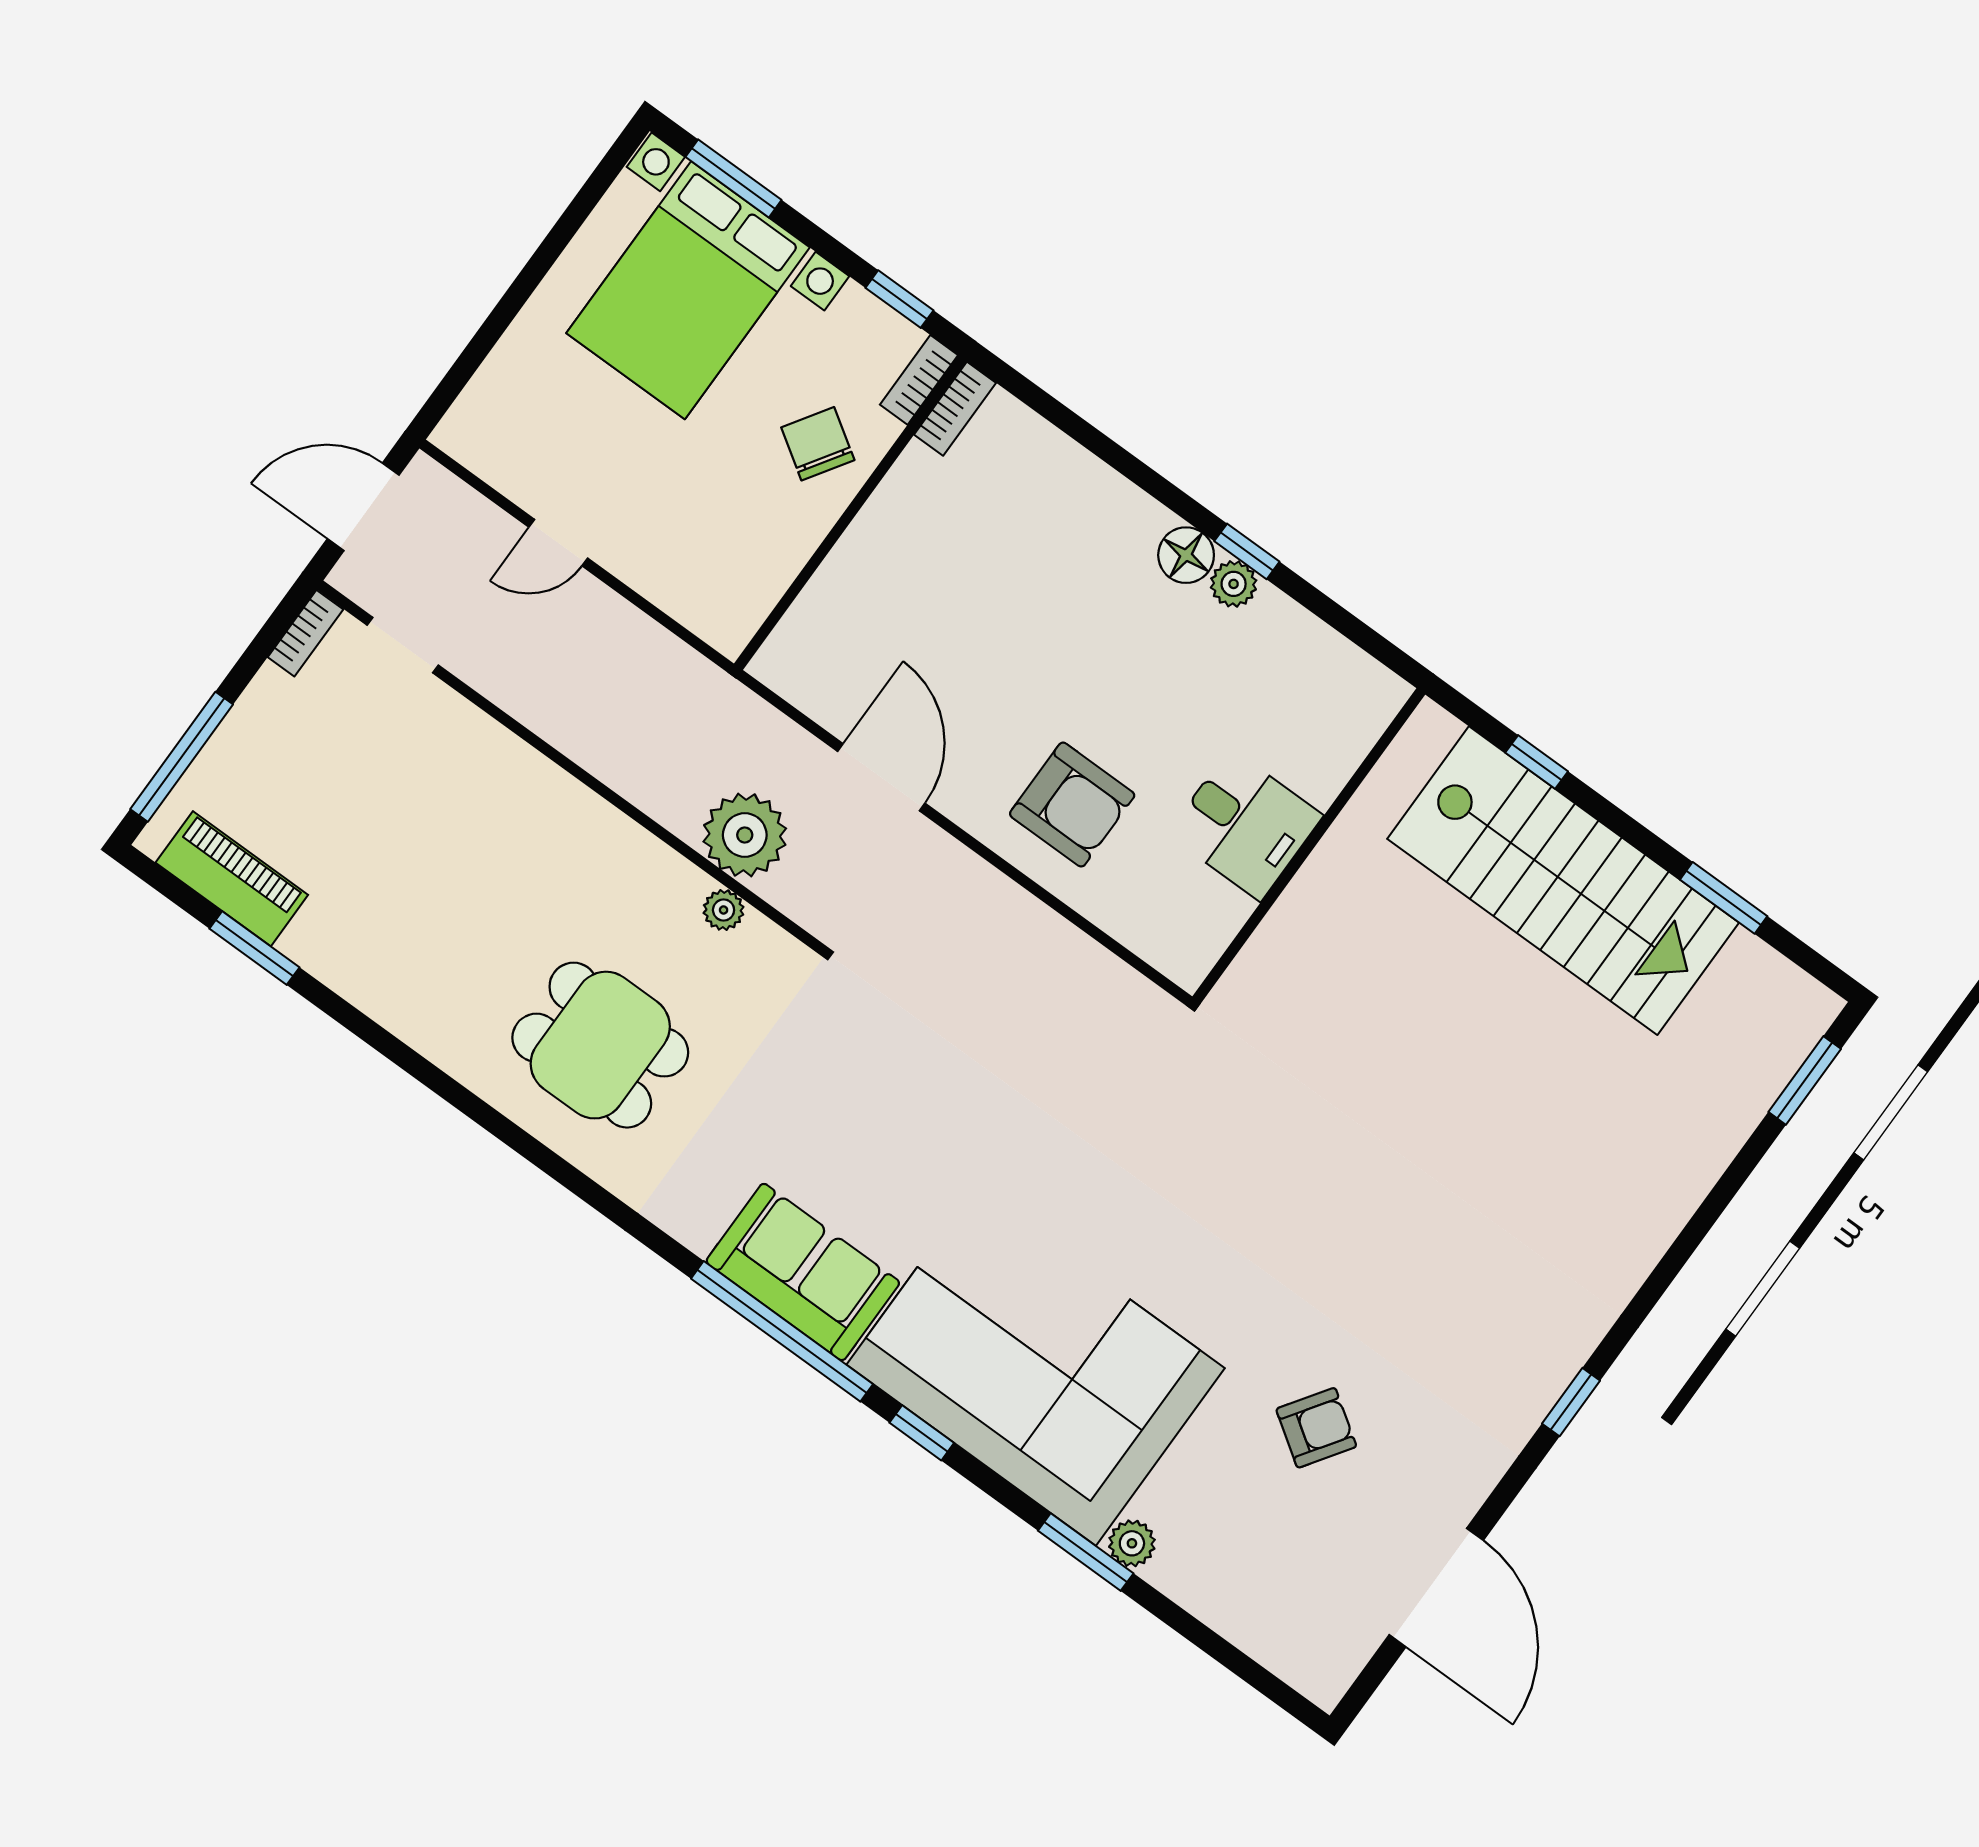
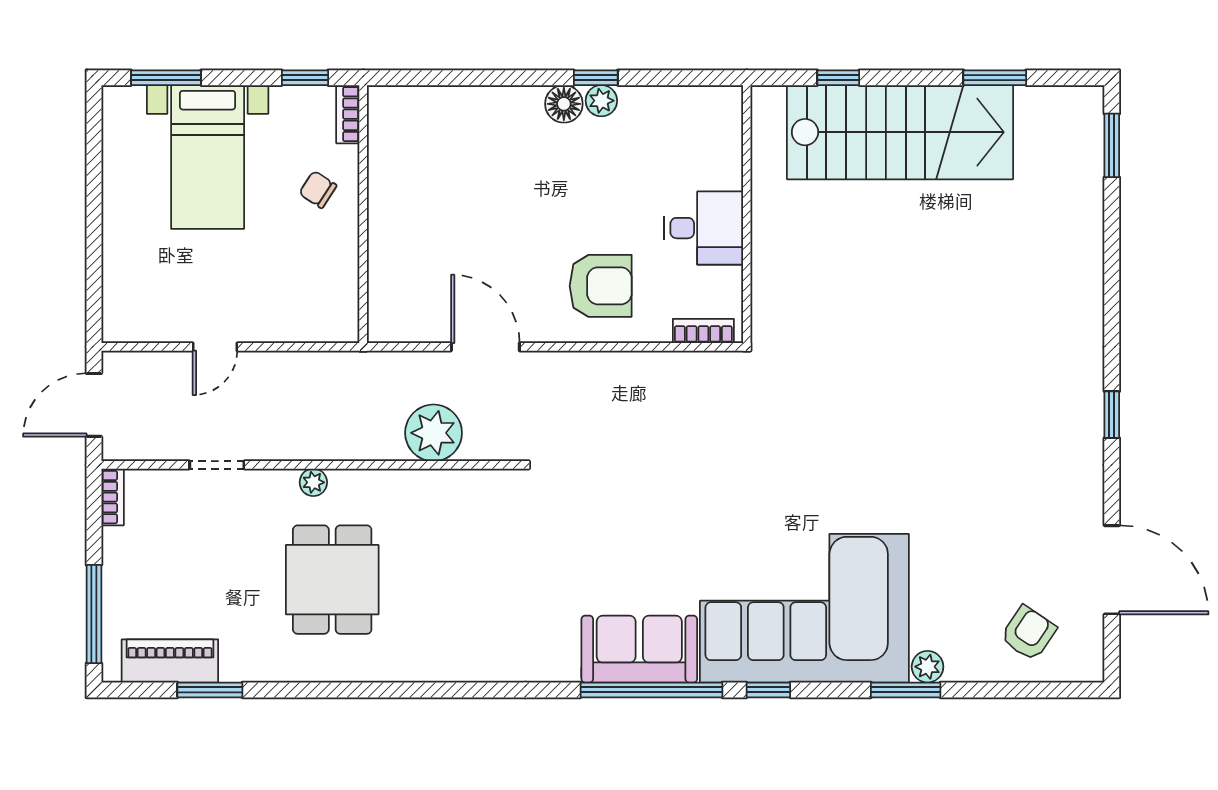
bed with nightstands: (688, 290) -> (208, 157), width x0.73
bookcase: (955, 409) -> (703, 331), moved, turned -90
chair: (818, 444) -> (318, 189), width x0.73, depth x0.73
doorway: (403, 645) -> (217, 465), moved
plant: (724, 910) -> (313, 482), moved
dining table: (600, 1045) -> (332, 580), moved, turned 90
armchair: (1316, 1428) -> (1028, 633), moved

